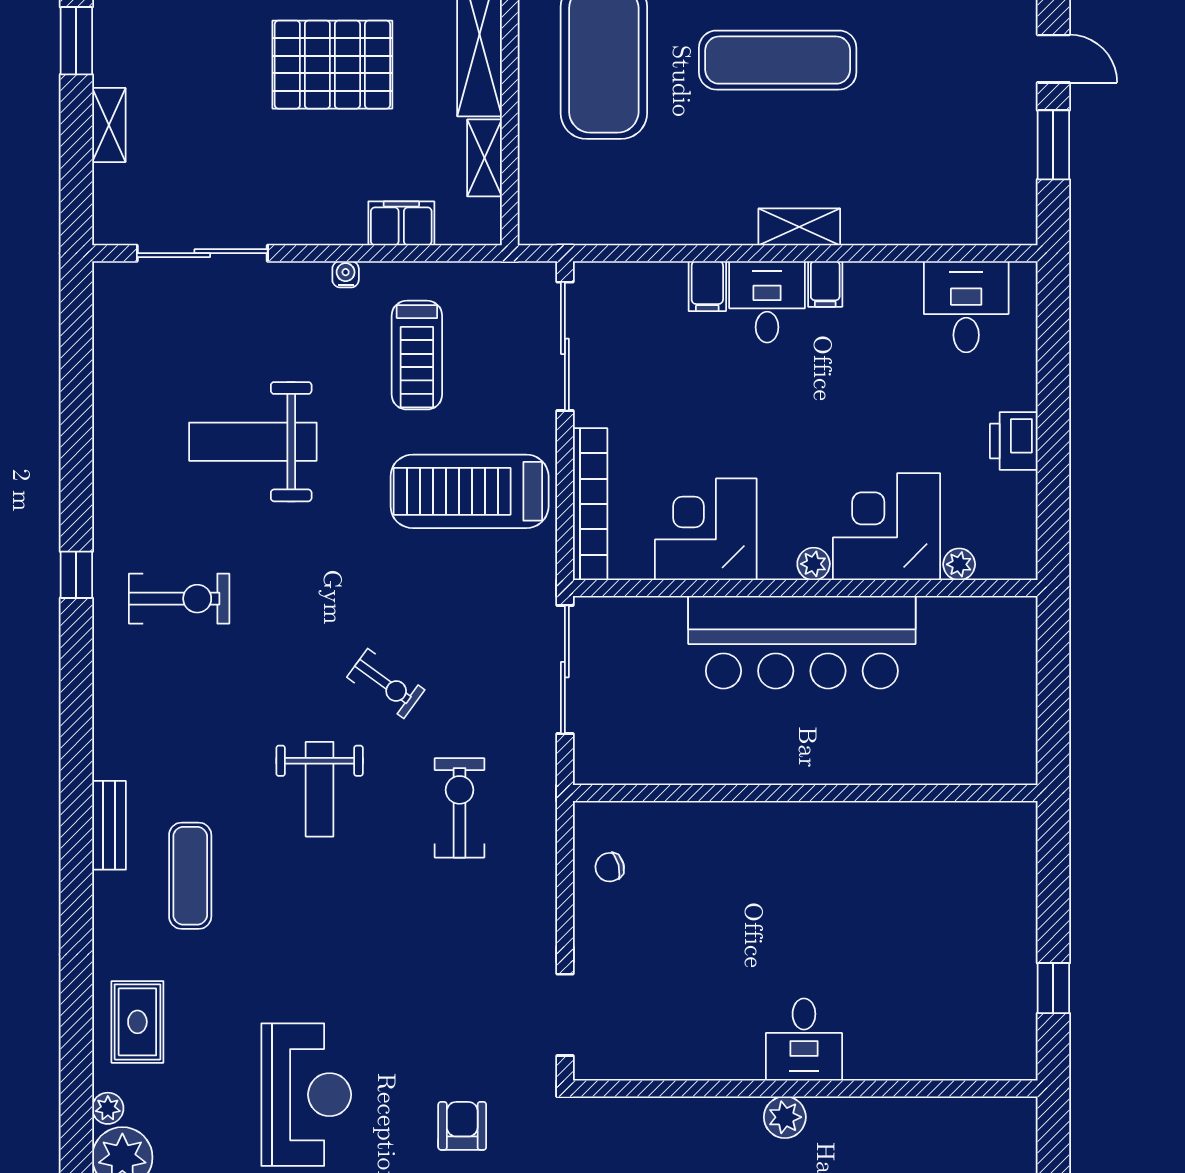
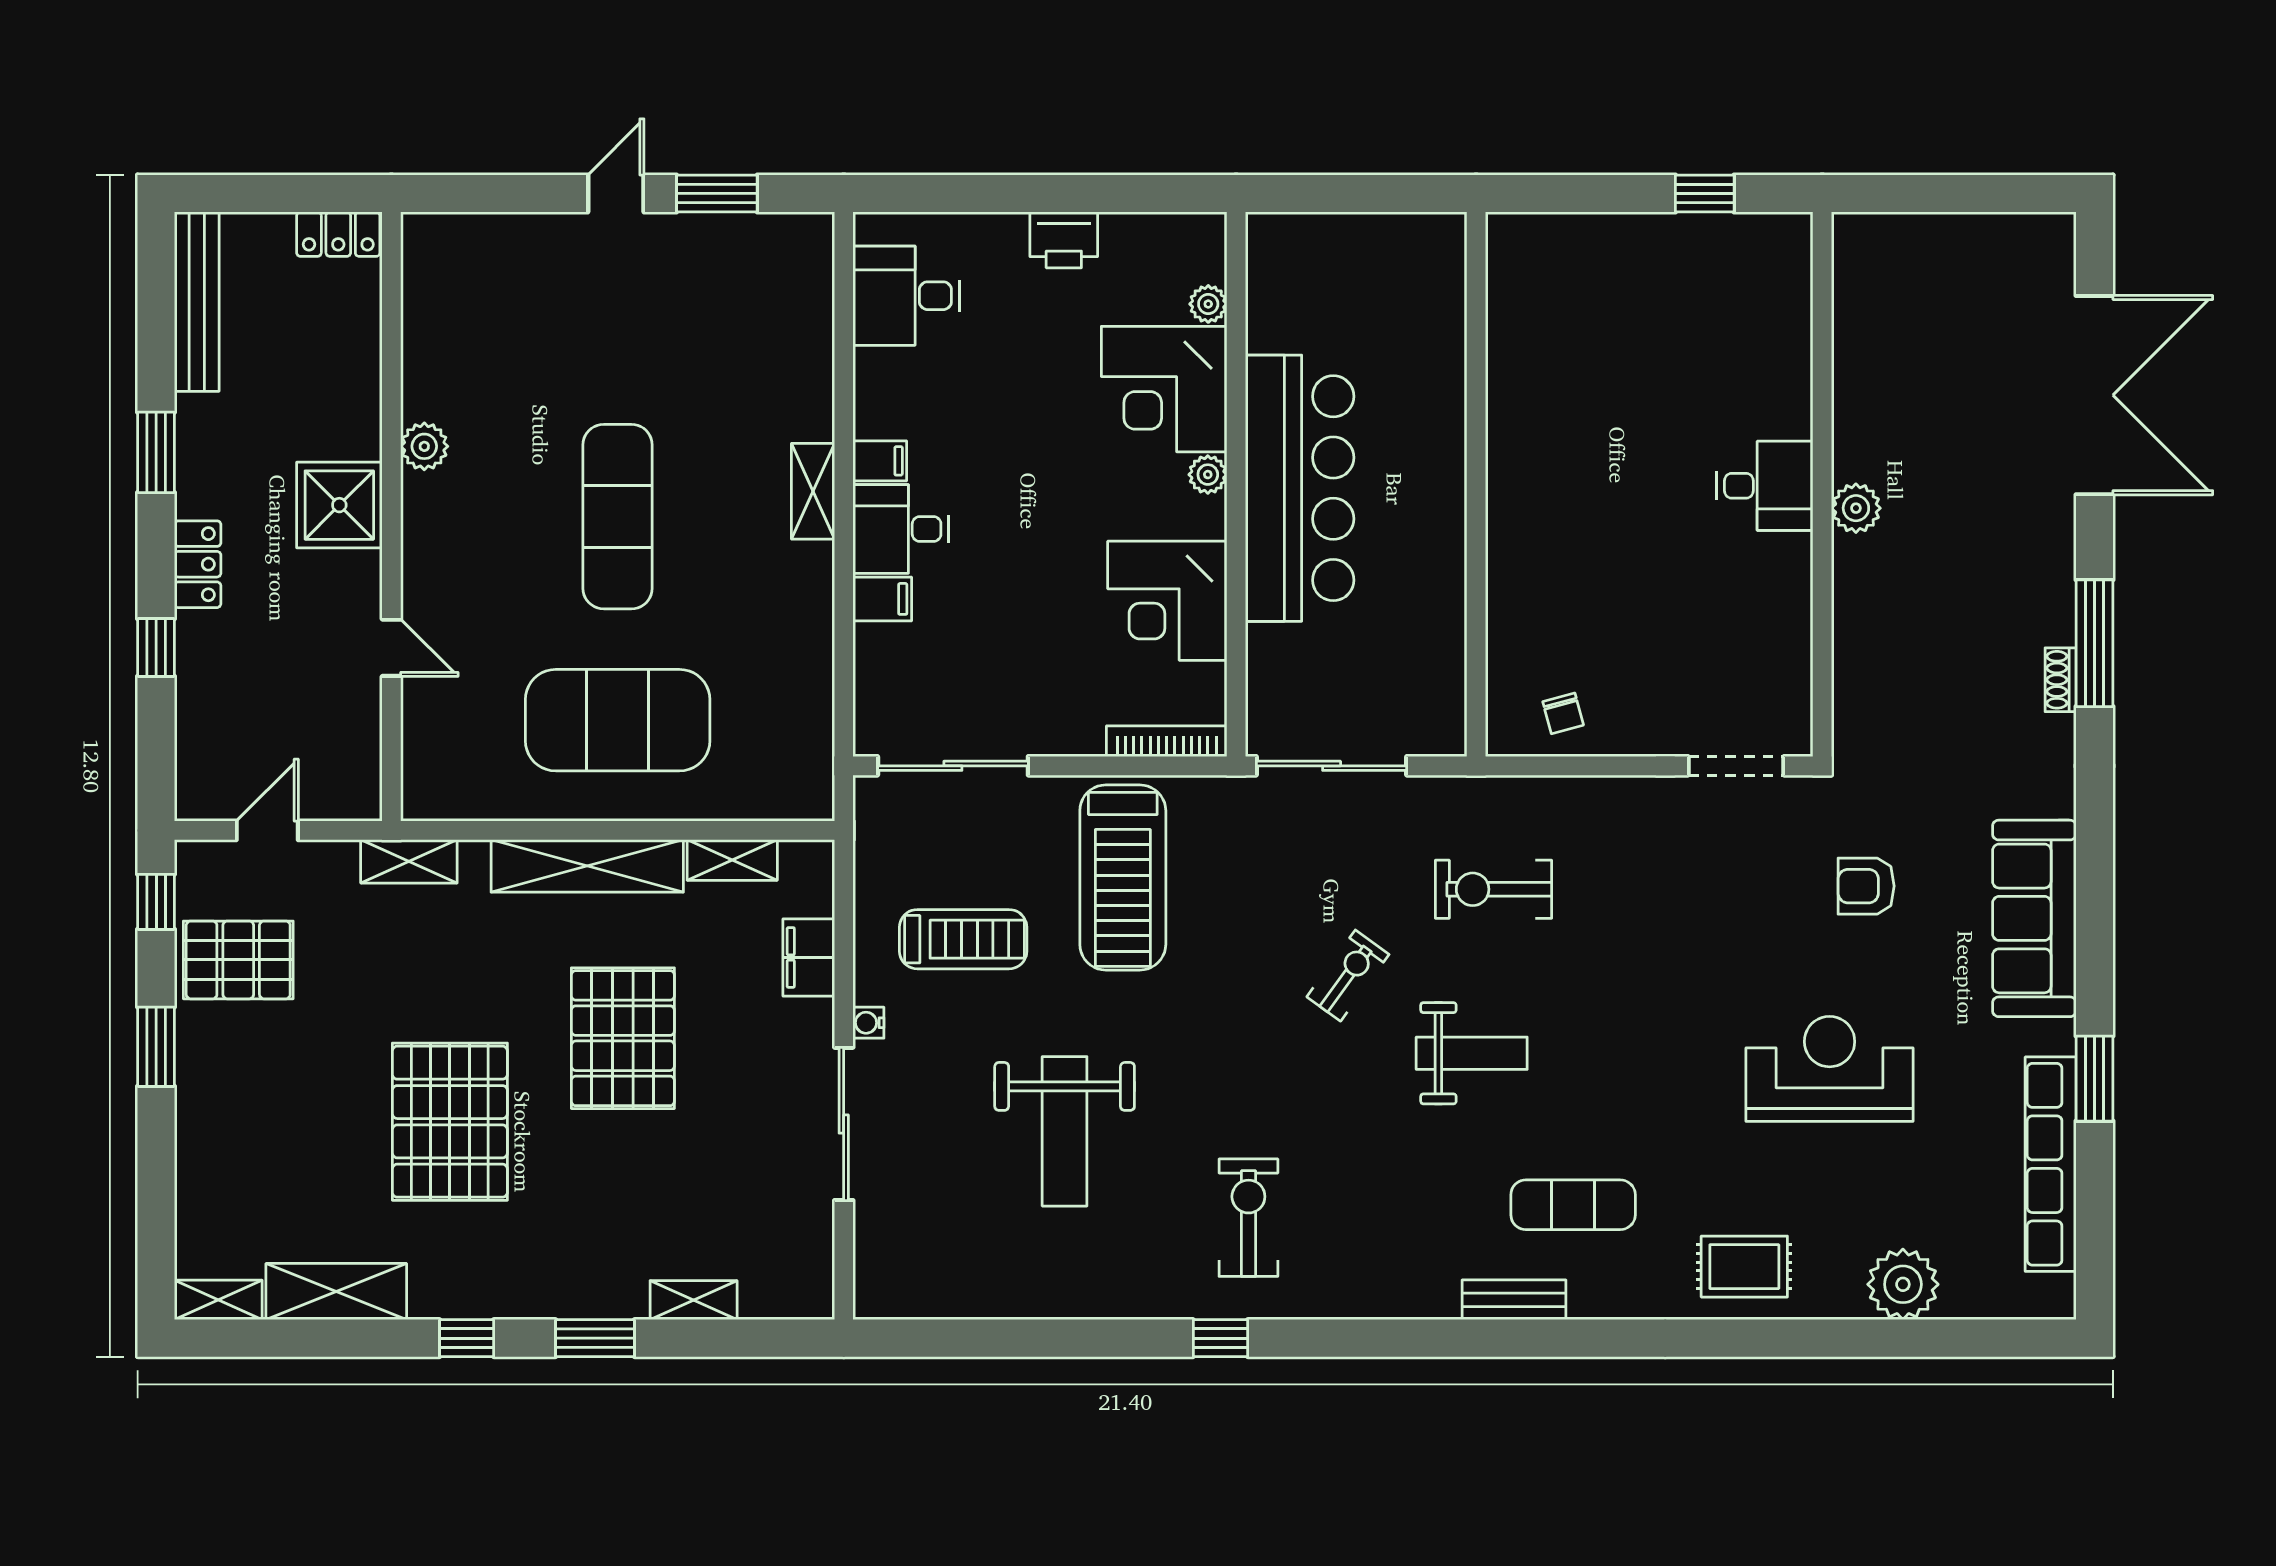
sliding door: (202, 253) -> (844, 1124), moved
bookcase: (590, 504) -> (1167, 741), width x0.68, depth x0.76
plant: (108, 1108) -> (1845, 1301), removed

